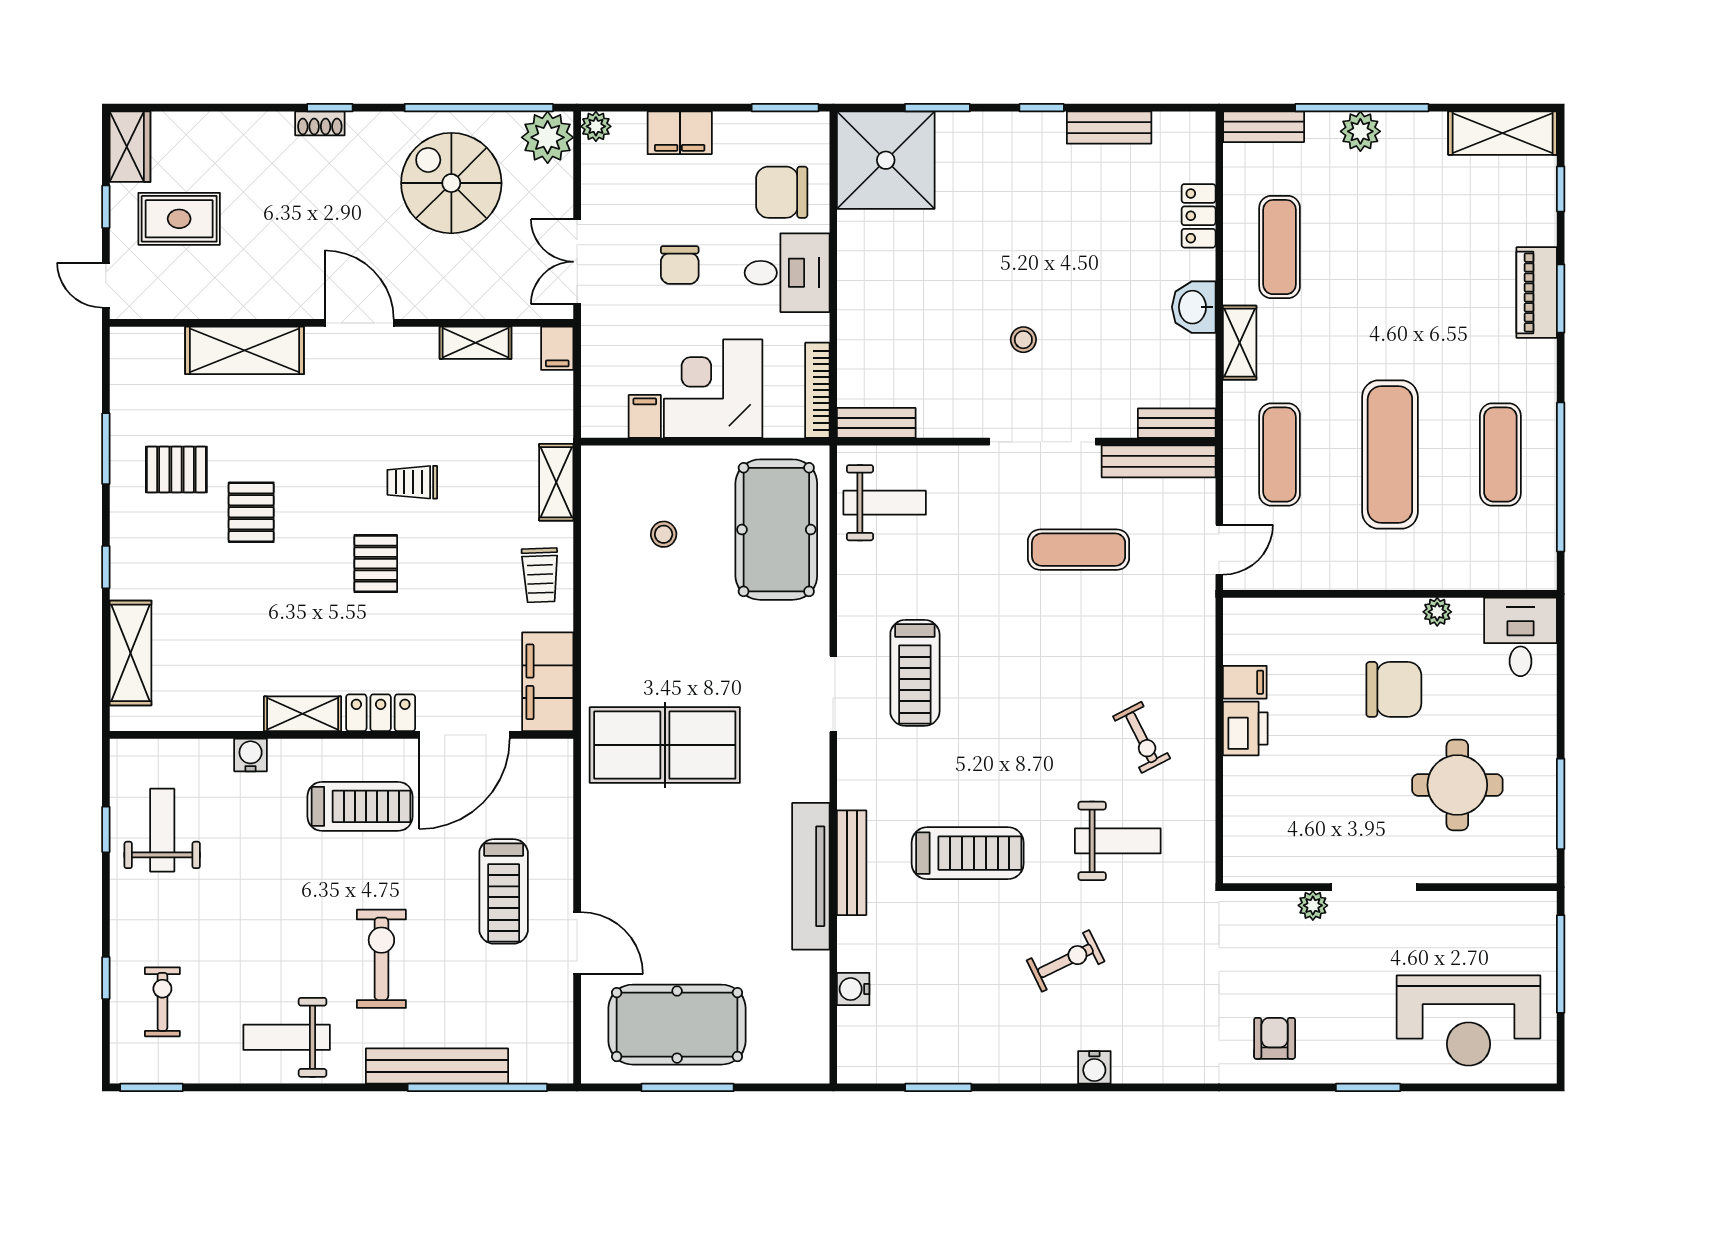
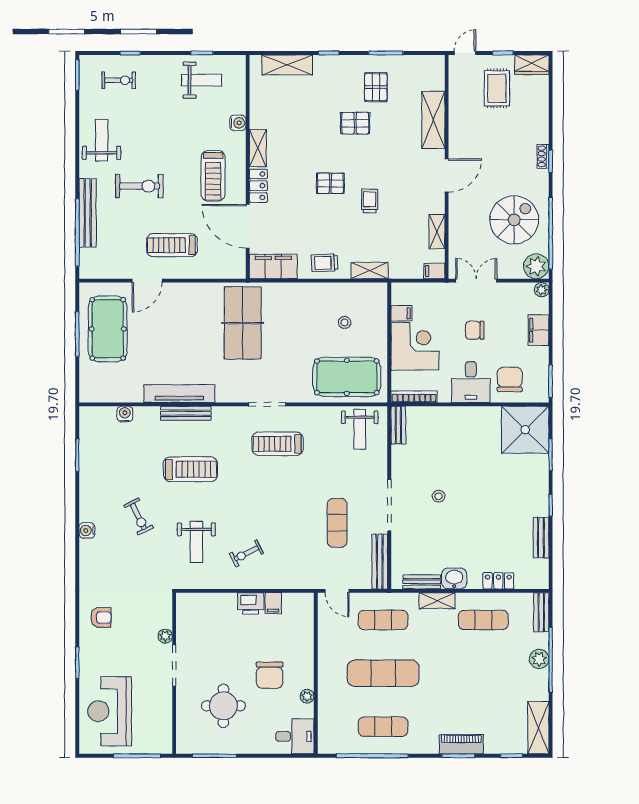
bench: (1177, 423) -> (422, 582), moved, turned 90
treadmill: (968, 853) -> (190, 469), turned -90

